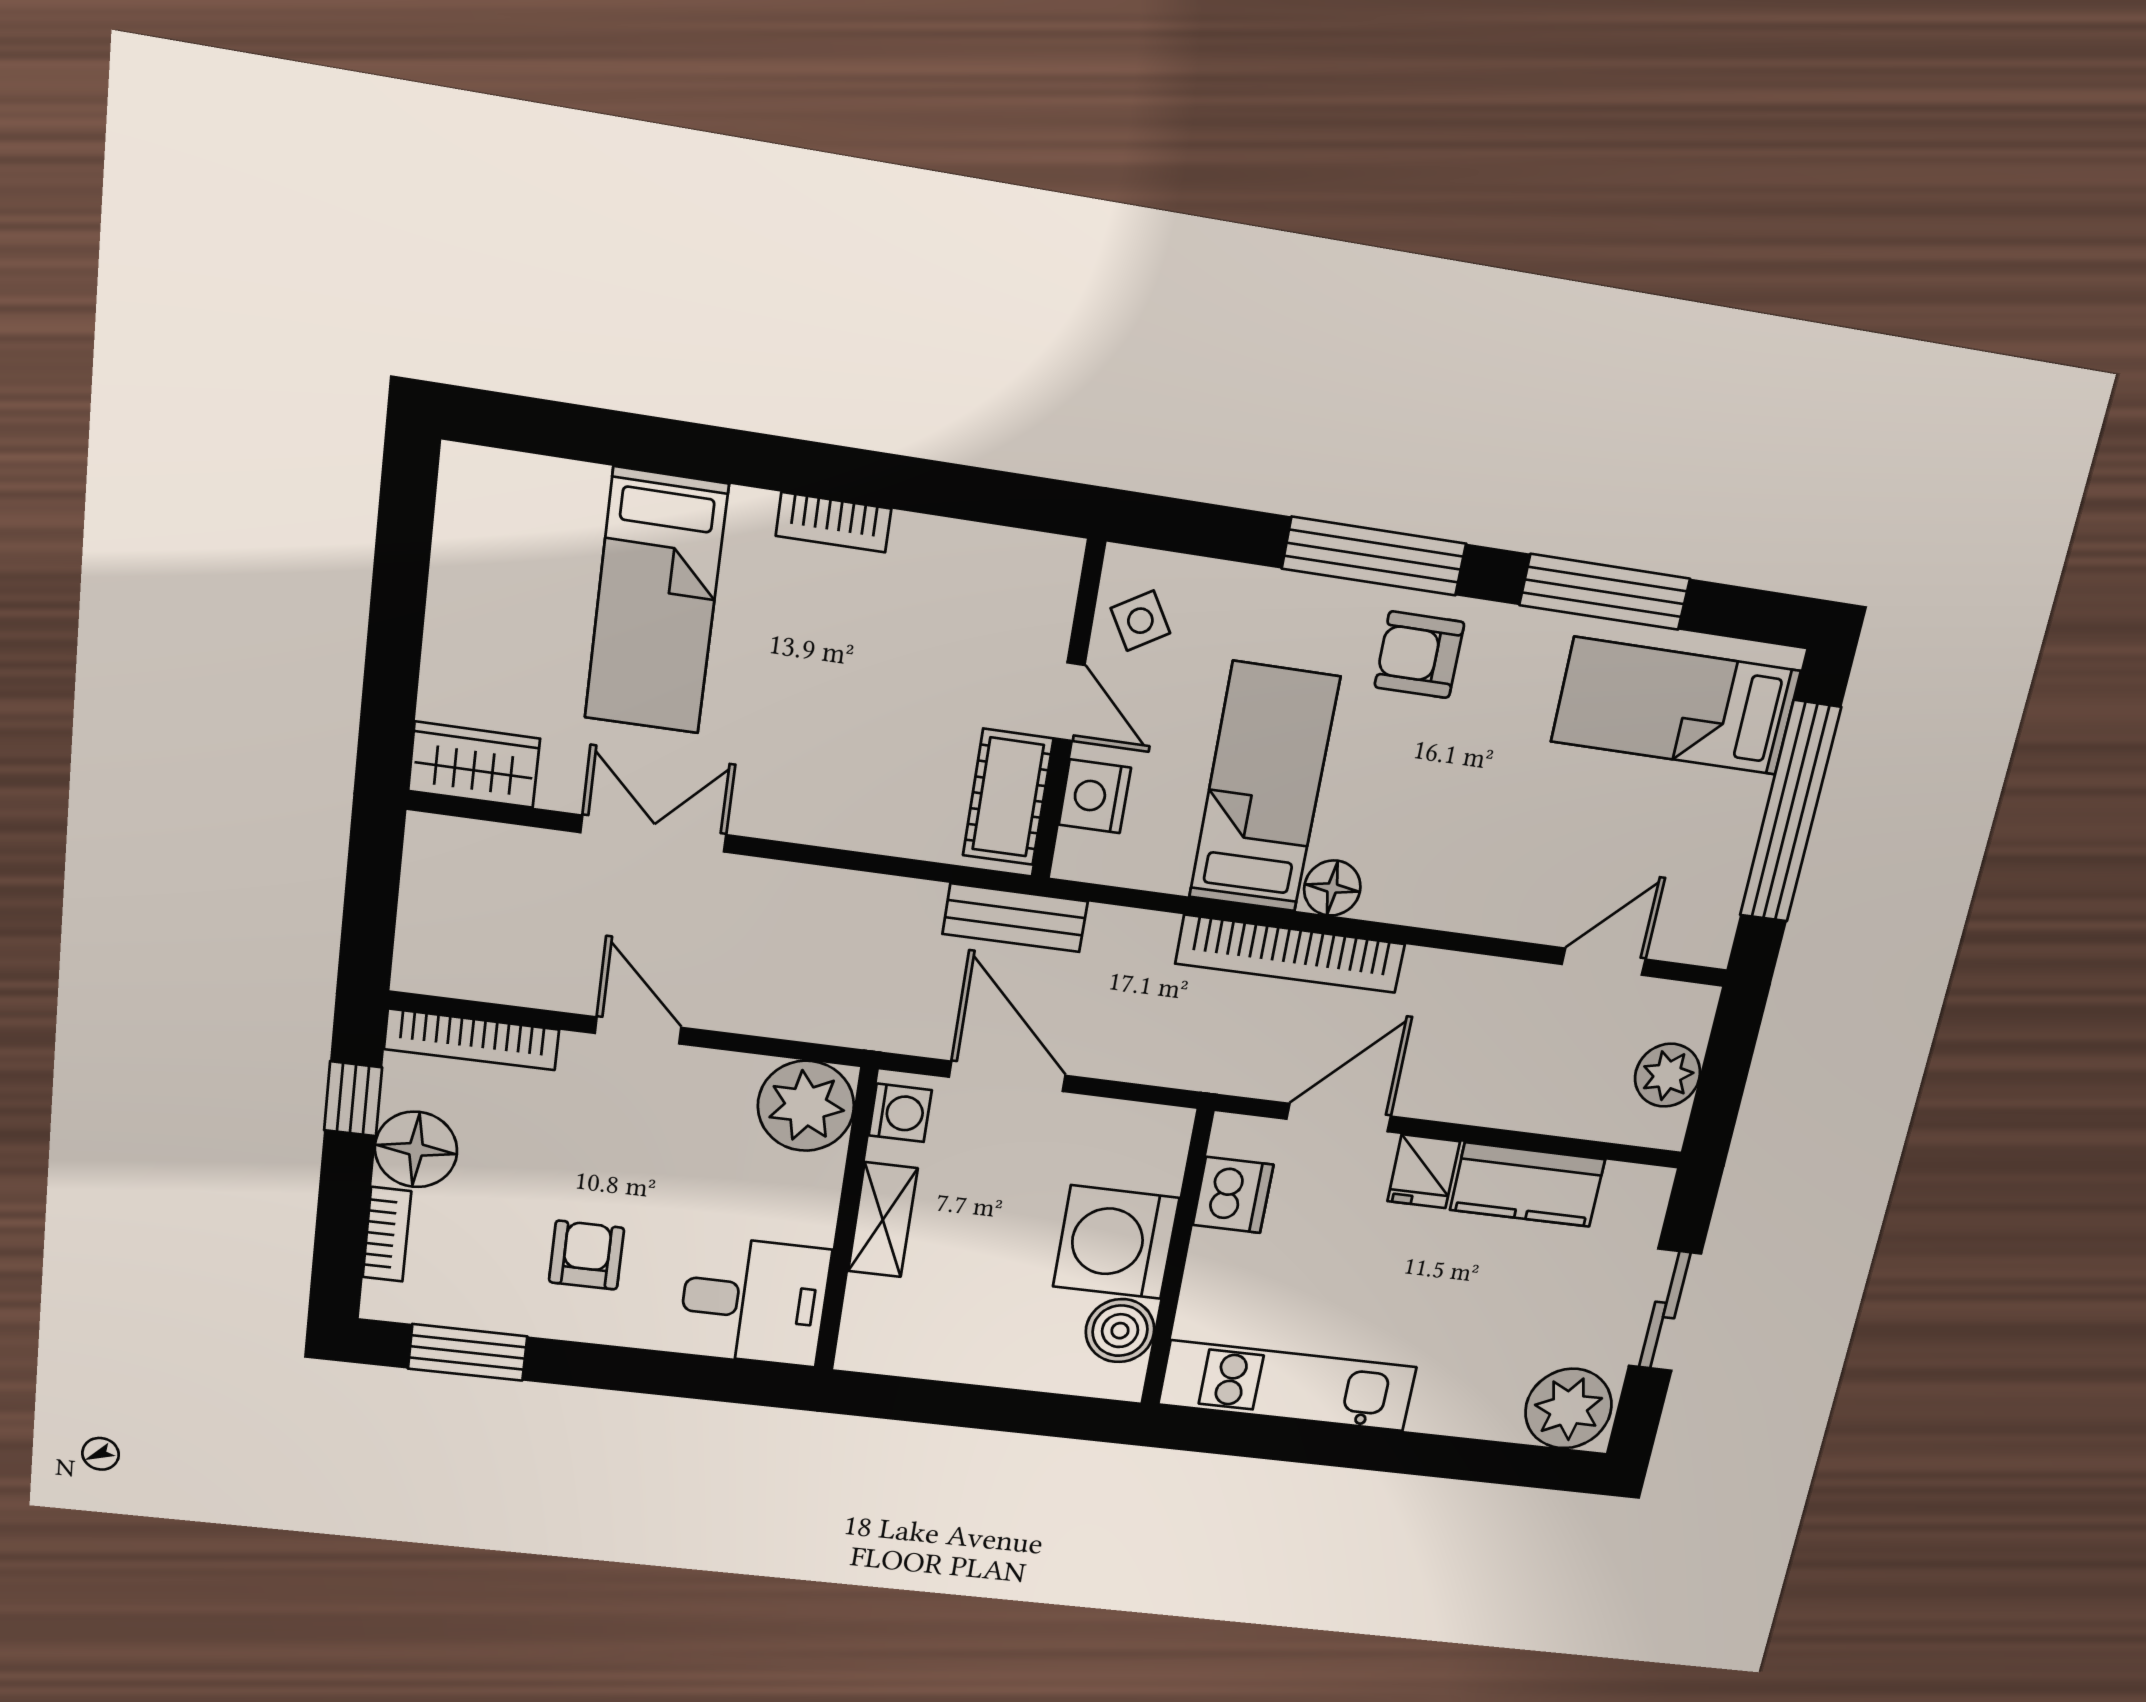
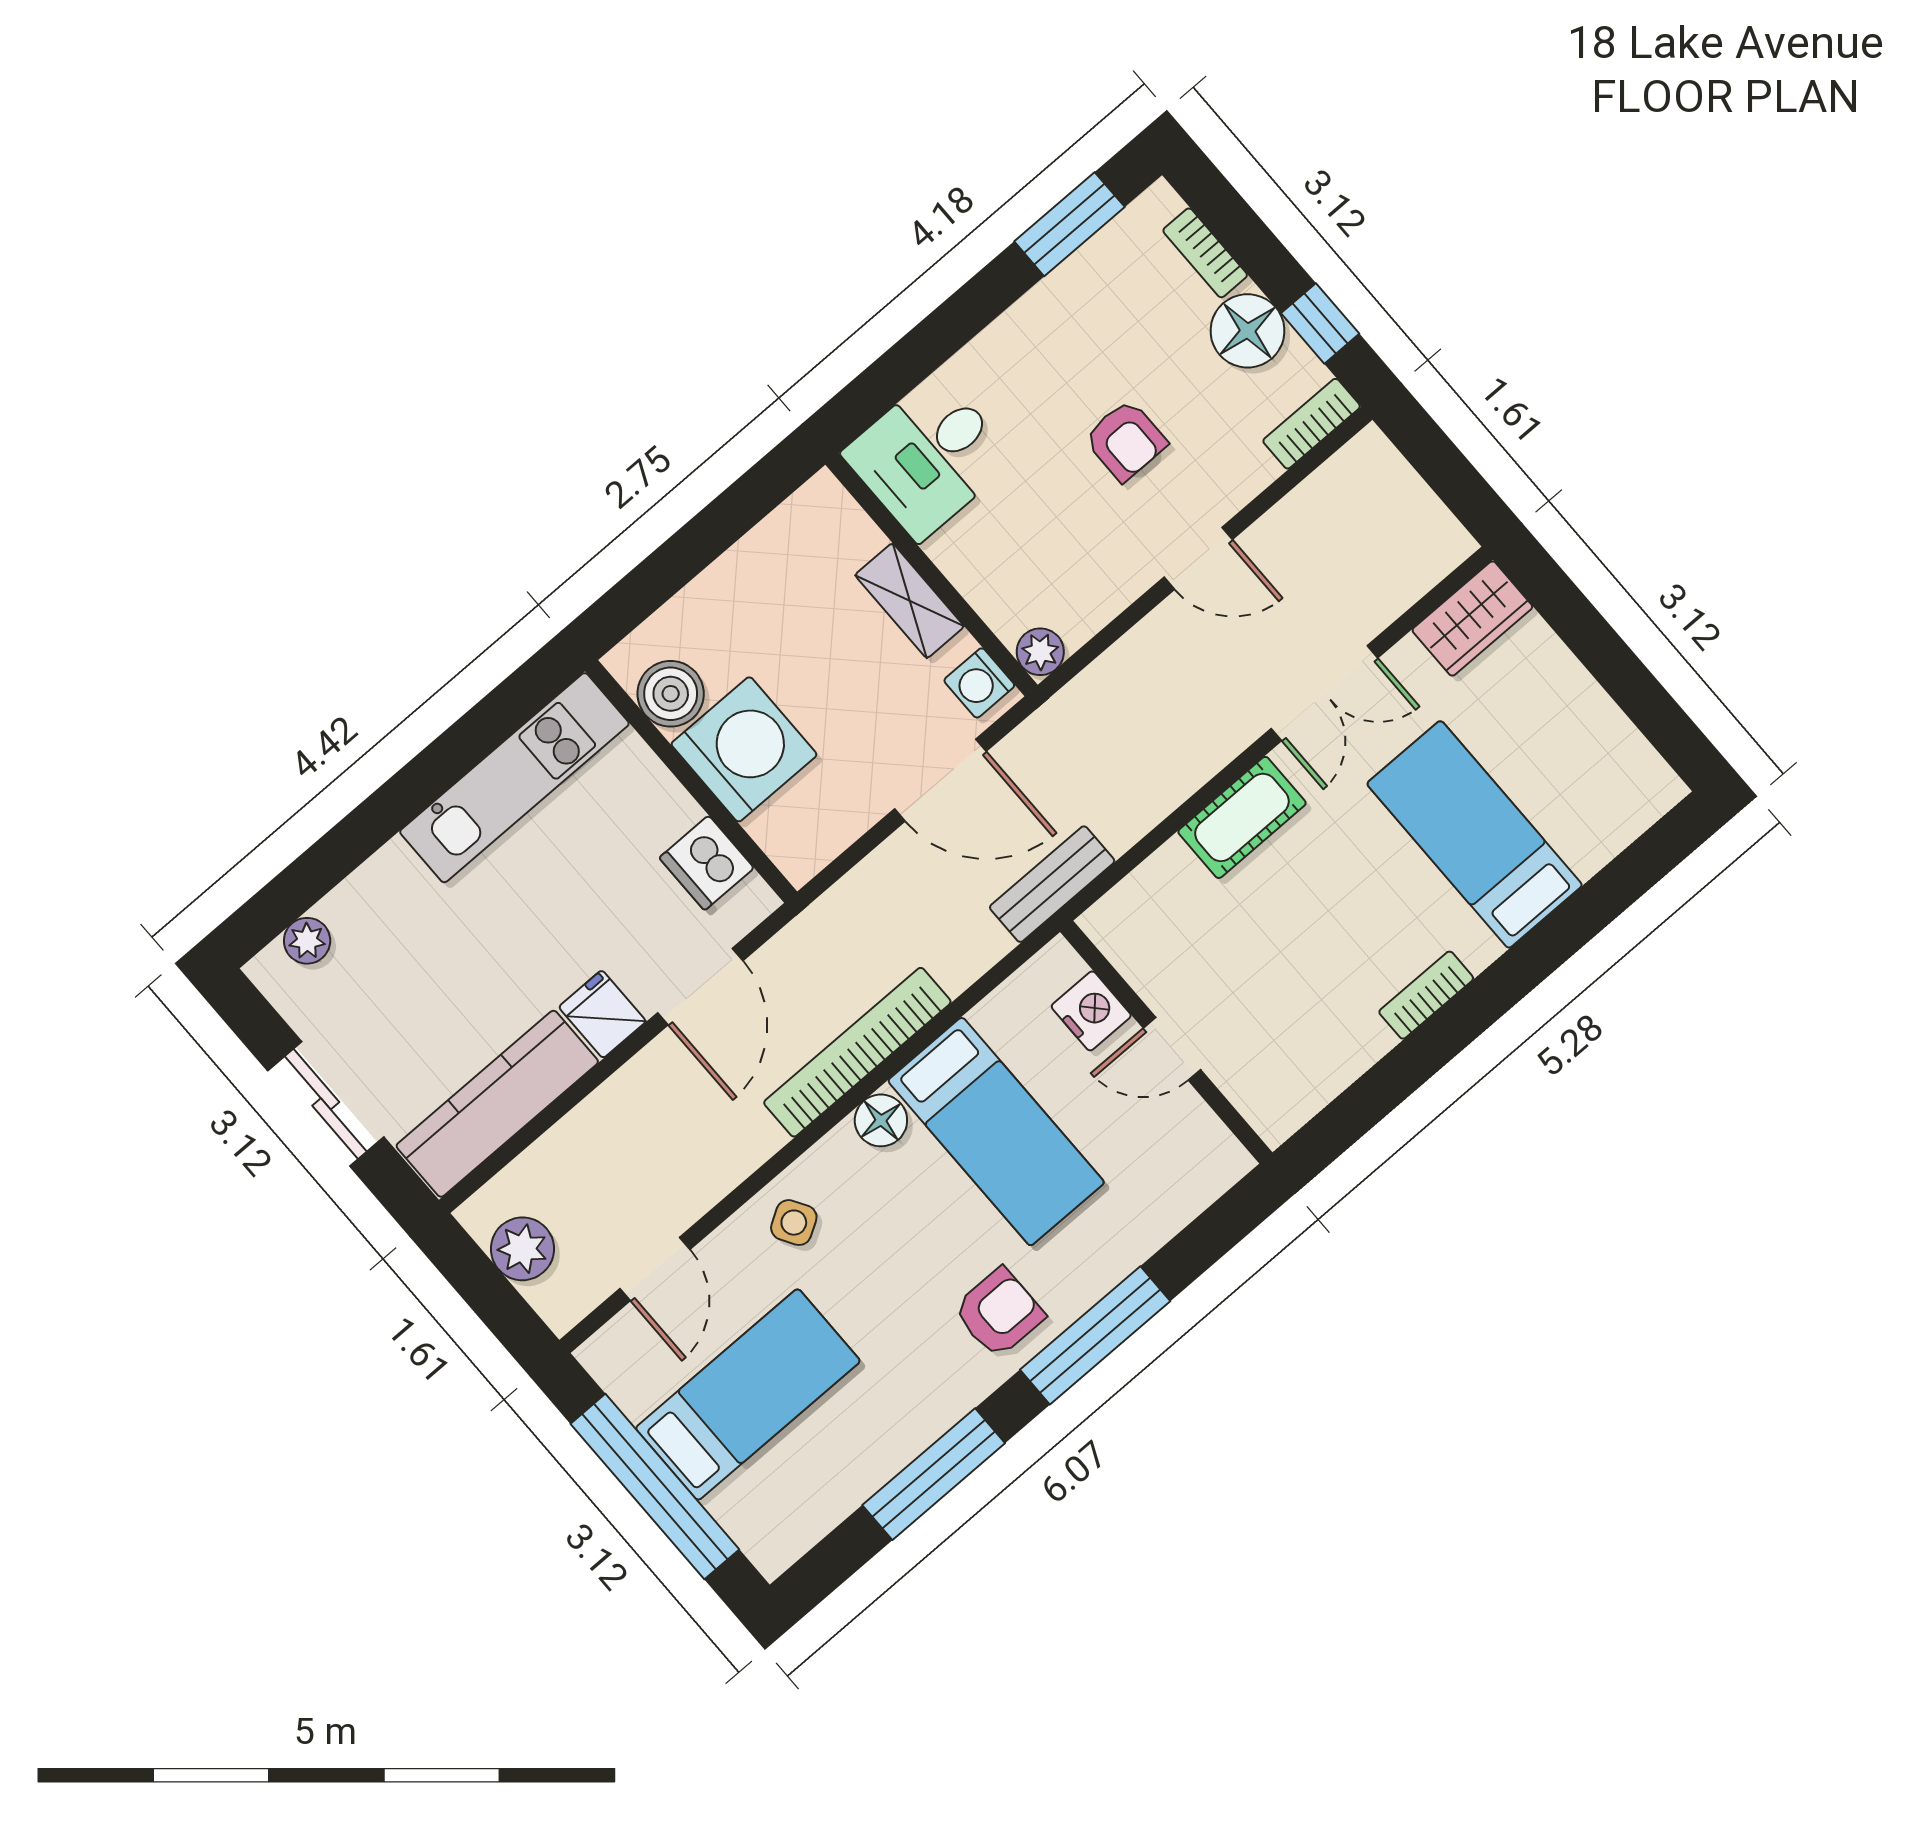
side table: (1140, 621) -> (794, 1223), moved
bed: (1676, 706) -> (748, 1395), moved
cot: (1008, 797) -> (1242, 817), moved, turned 90
bookcase: (472, 1039) -> (1312, 424), width x0.64
plant: (806, 1106) -> (1040, 652), width x0.53, depth x0.53
kitchen counter: (1527, 1185) -> (497, 1104), width x1.50
armchair: (587, 1255) -> (1126, 440), moved
plant: (1568, 1409) -> (307, 941), width x0.53, depth x0.53

